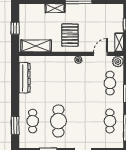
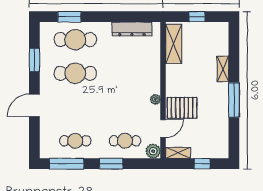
pallet: (70, 35) -> (182, 108), moved
door: (101, 54) -> (163, 129), hinge flipped
cafe table: (33, 121) -> (75, 40), width x1.37, depth x1.35

